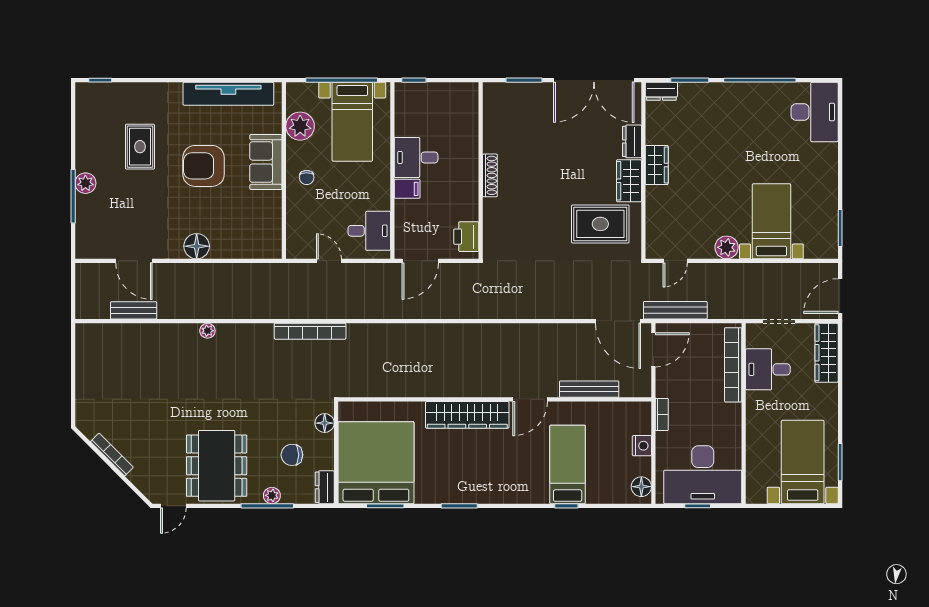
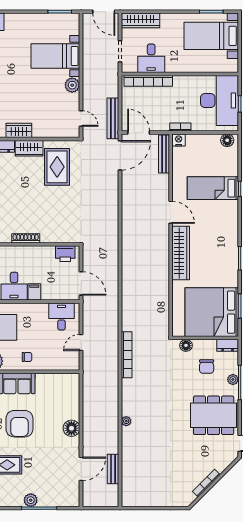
bench: (589, 389) -> (164, 154), moved
nightstand: (642, 446) -> (179, 140), moved

